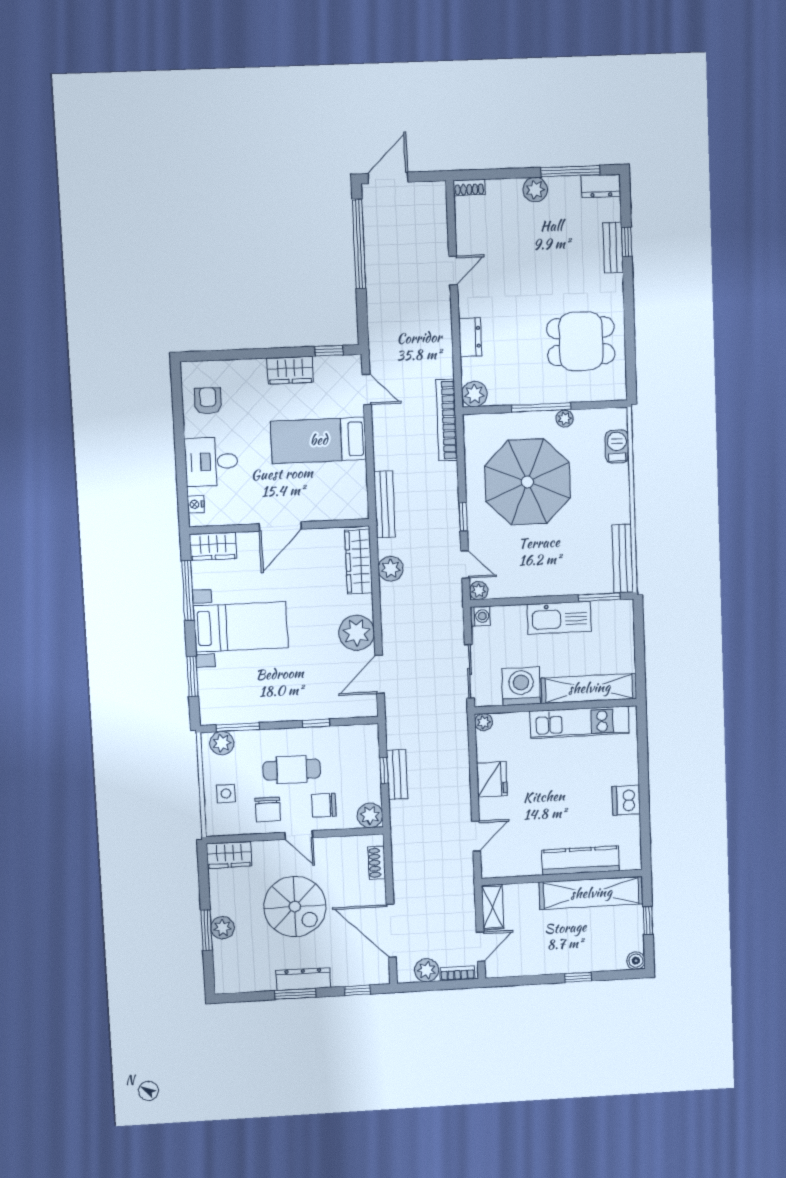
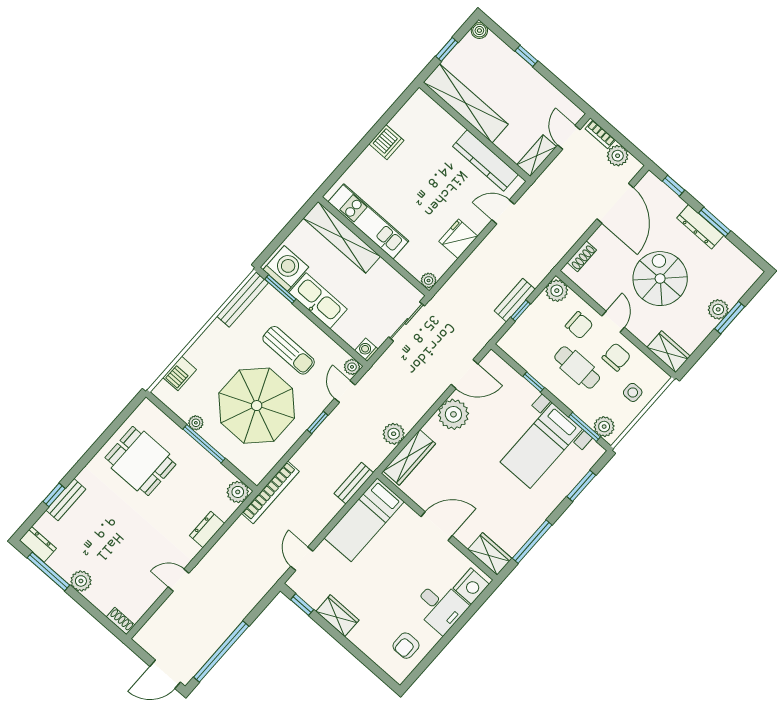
bed: (319, 440) -> (364, 520), moved, turned 90
nightstand: (196, 504) -> (471, 586), width x1.89, depth x1.79
bench: (385, 504) -> (354, 483), width x0.73
sun lounger: (545, 554) -> (289, 350), added
bed with nightstands: (241, 627) -> (541, 446), moved, turned -90
washing machine: (521, 686) -> (286, 268), moved, turned 180
kitchen counter: (581, 861) -> (486, 160), moved
door: (481, 947) -> (569, 137), hinge flipped

